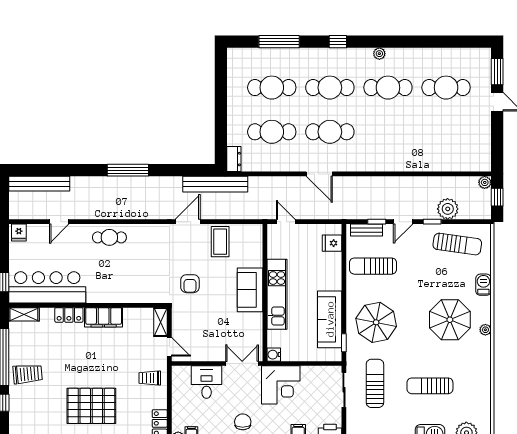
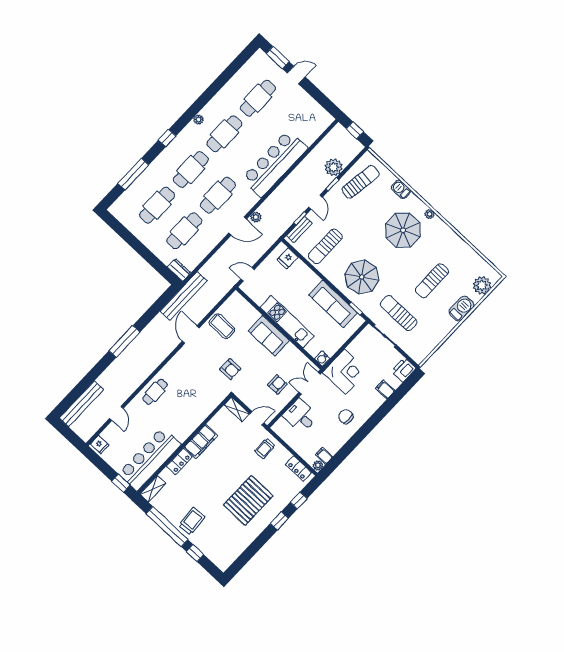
bar counter: (403, 155) -> (275, 164), added
plant: (485, 182) -> (256, 217), moved
armchair: (215, 337) -> (277, 384), added

